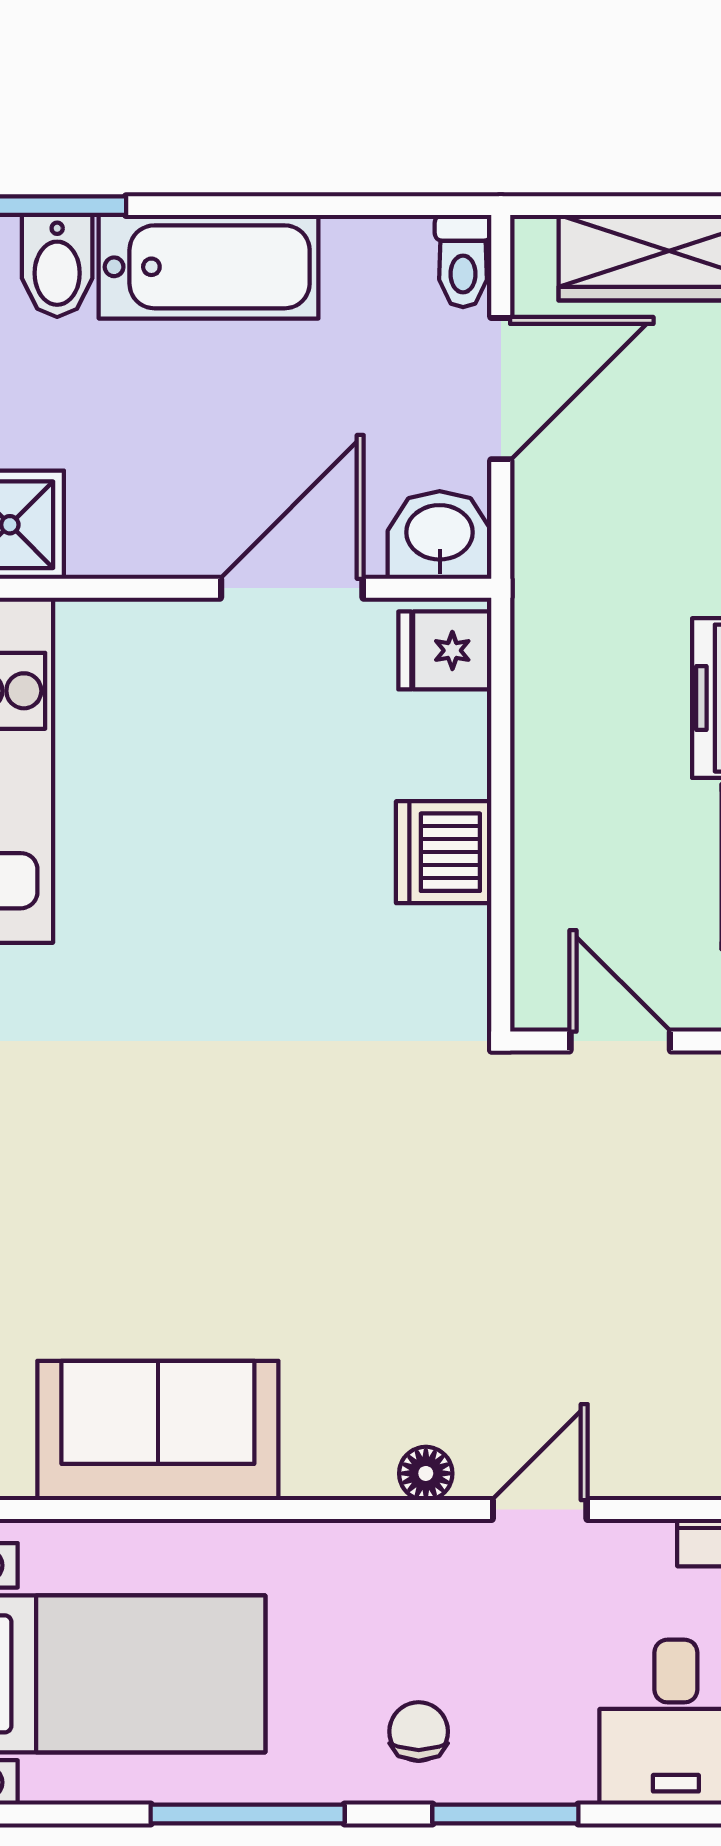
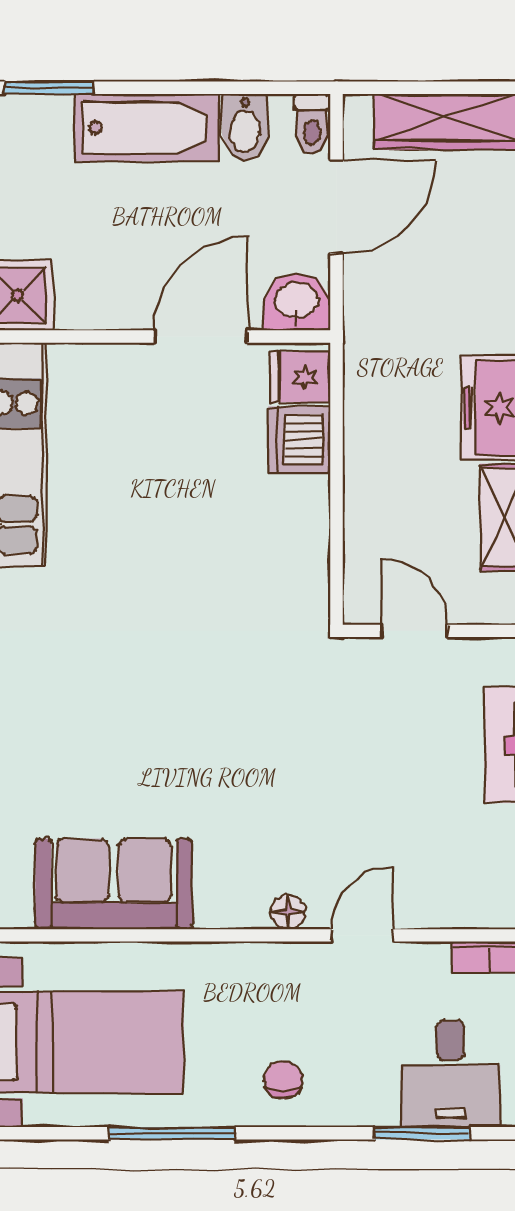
bidet: (57, 266) -> (245, 127), moved
dishwasher: (444, 852) -> (299, 440), moved
window: (505, 1814) -> (422, 1133), moved

